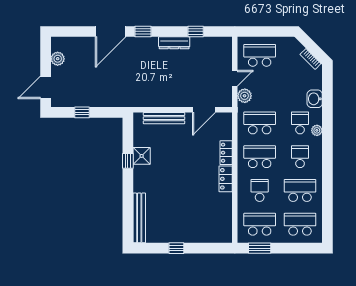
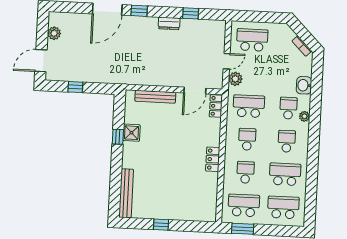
dresser: (174, 43) -> (169, 23), width x0.70
locker: (226, 153) -> (216, 106), moved
school desk: (260, 157) -> (247, 139), width x0.54

